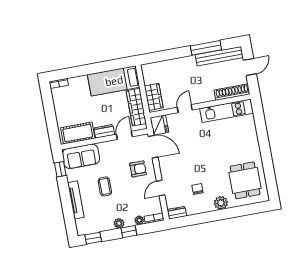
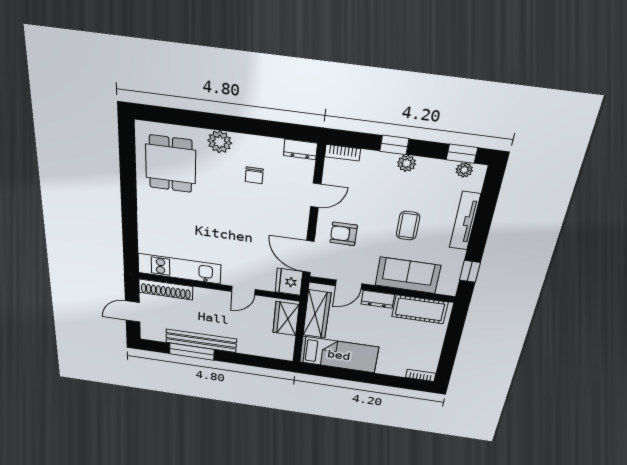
bench: (219, 56) -> (201, 341), moved
sofa: (81, 156) -> (408, 275), moved
plant: (139, 220) -> (464, 170), moved

